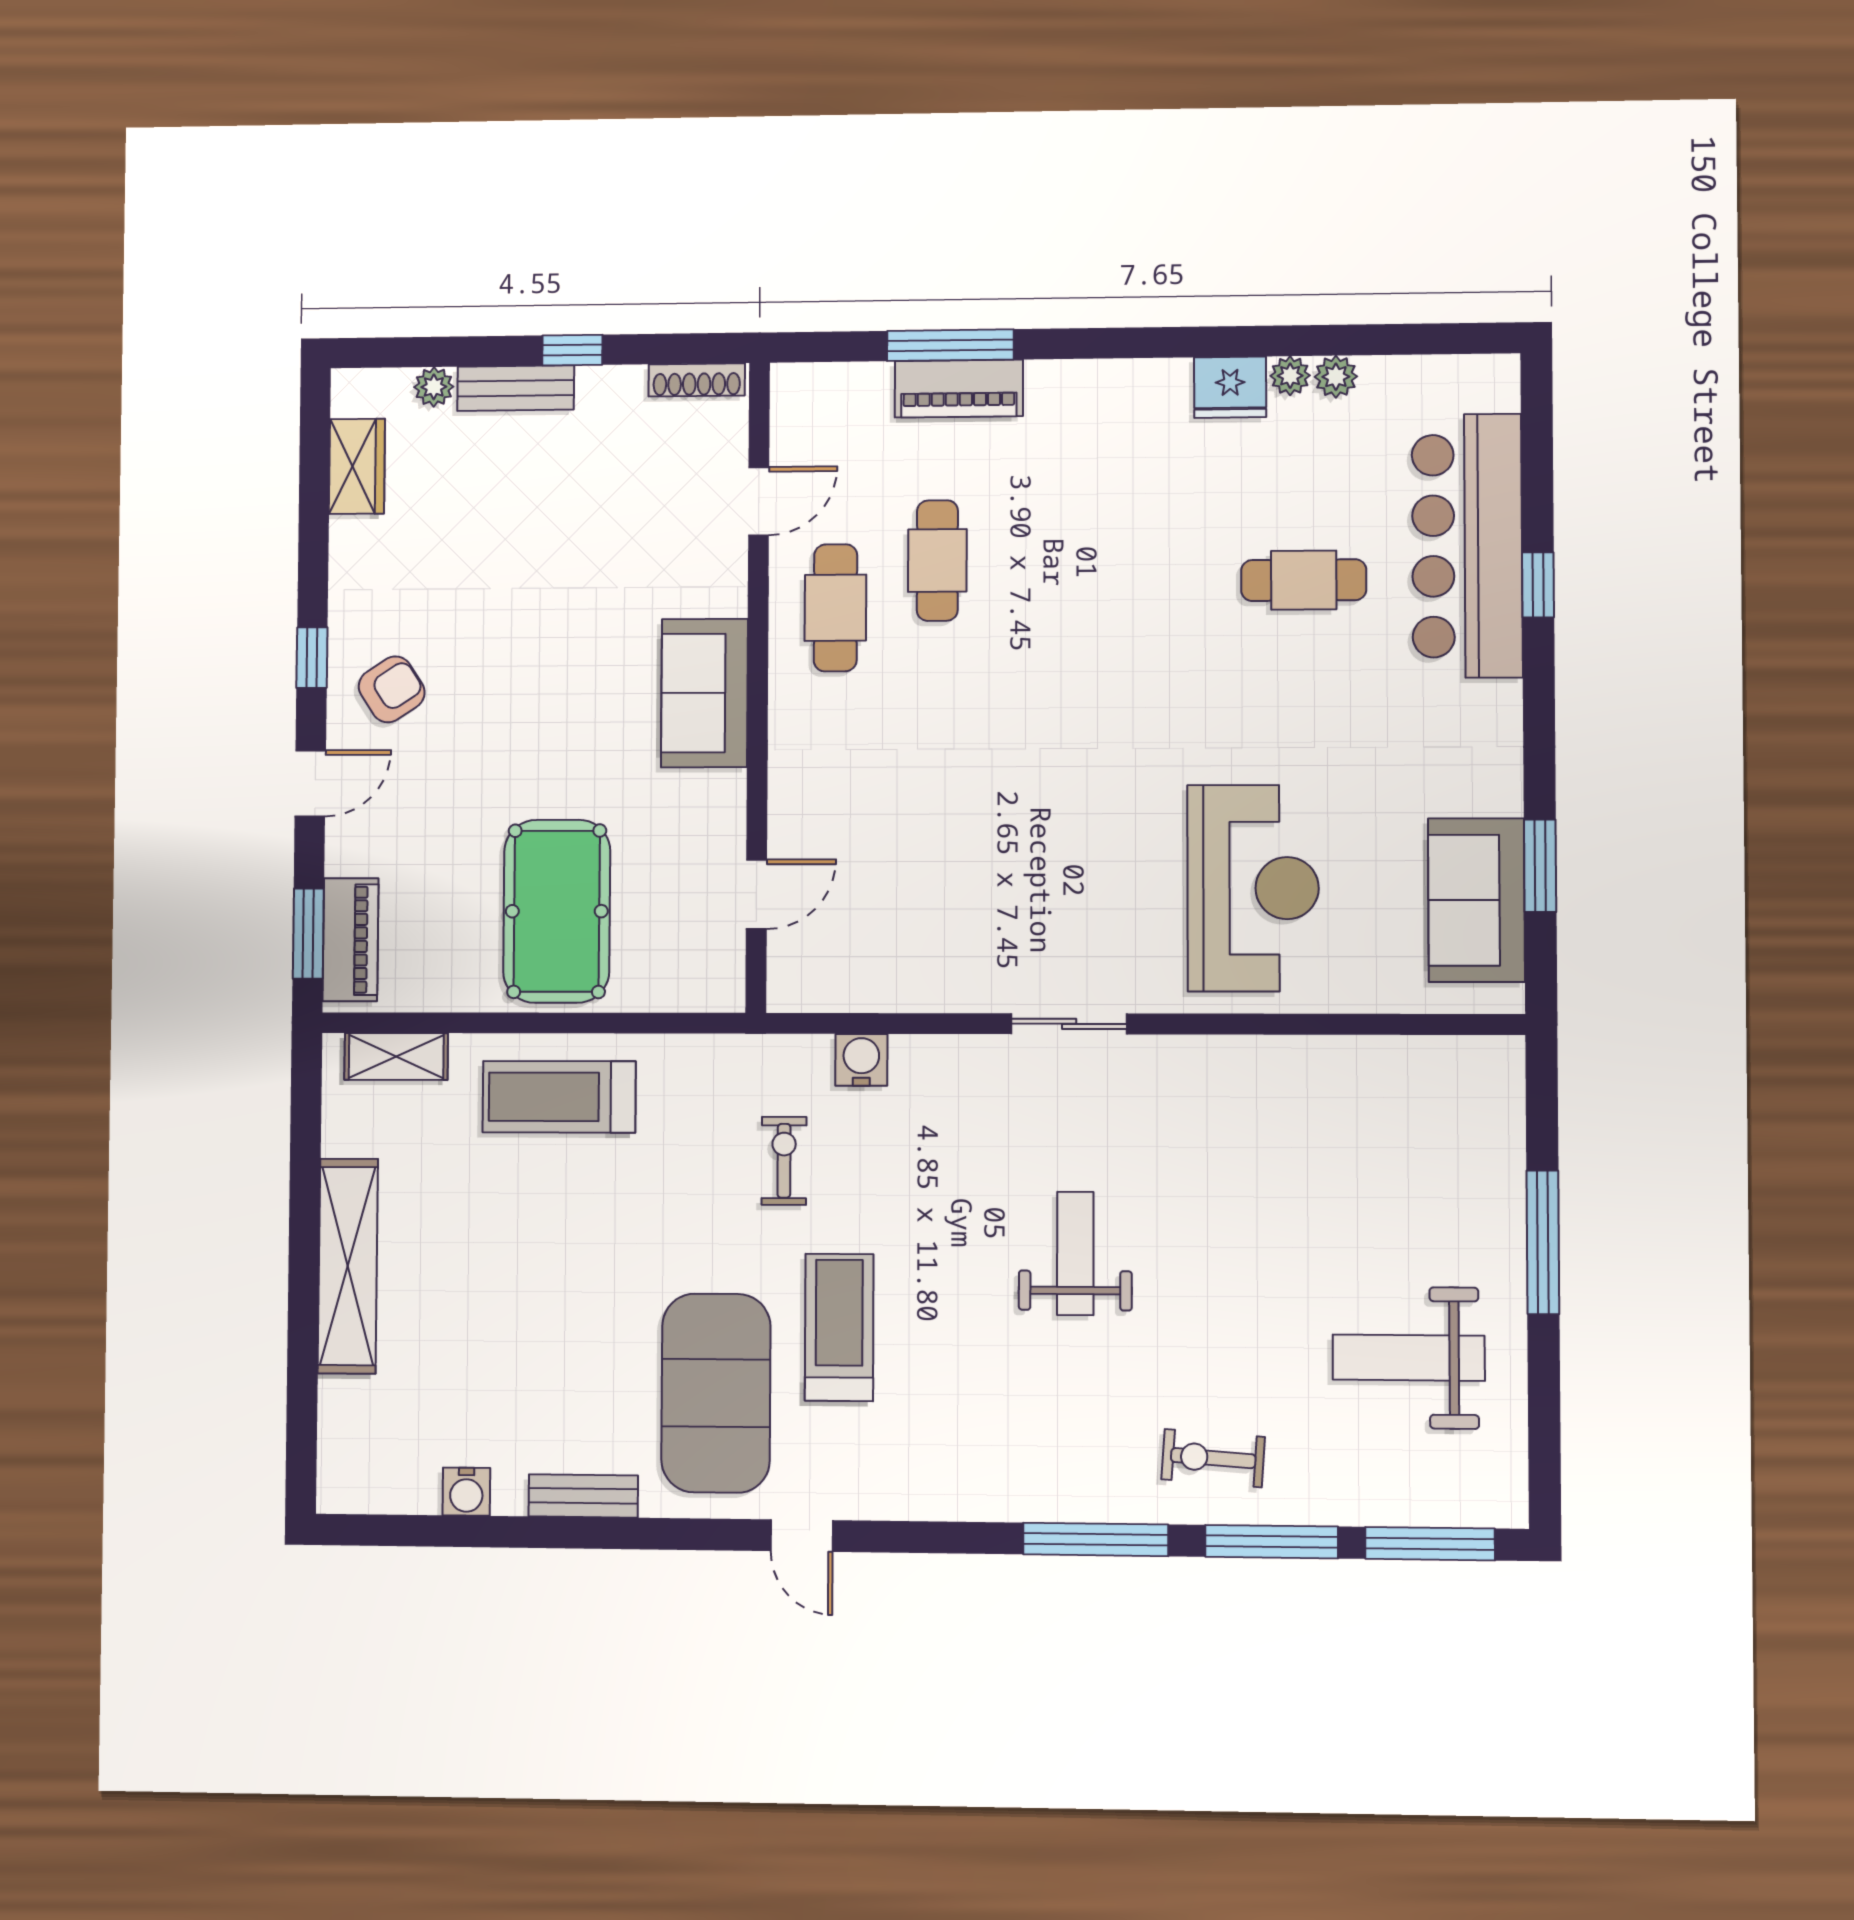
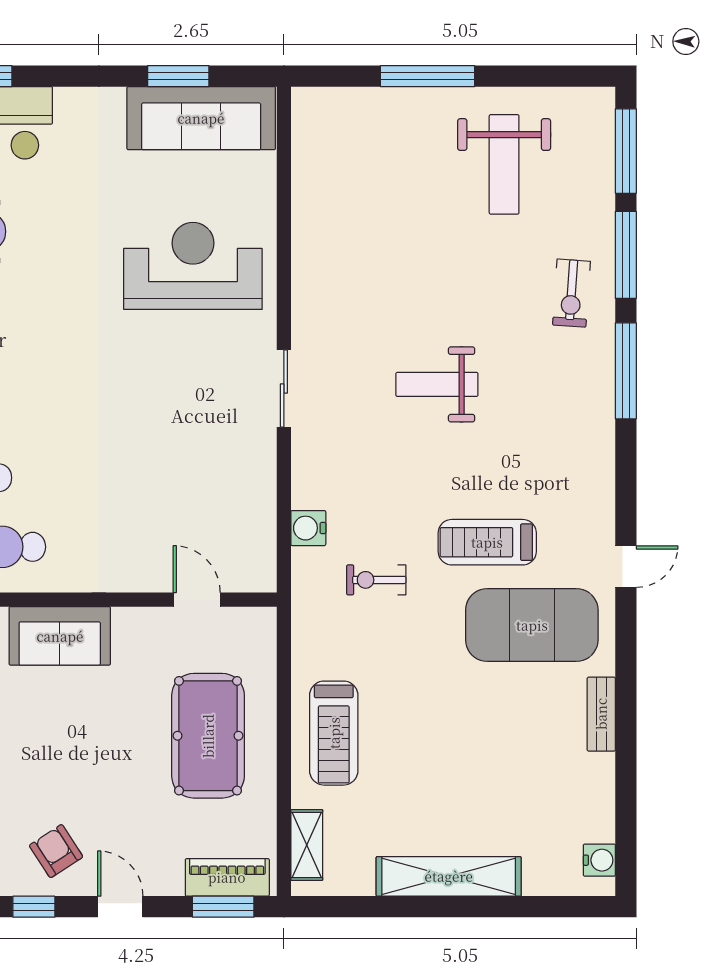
sofa: (1476, 900) -> (201, 118), width x1.36
pool table: (557, 911) -> (208, 736), turned 90
water cooler: (466, 1492) -> (599, 860), moved

